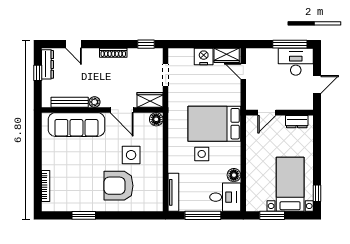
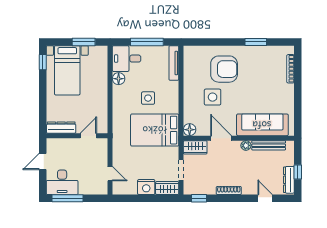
wardrobe: (227, 55) -> (167, 188), moved
dresser: (297, 122) -> (61, 128), width x1.44
bed: (214, 124) -> (155, 130), moved, turned 180

